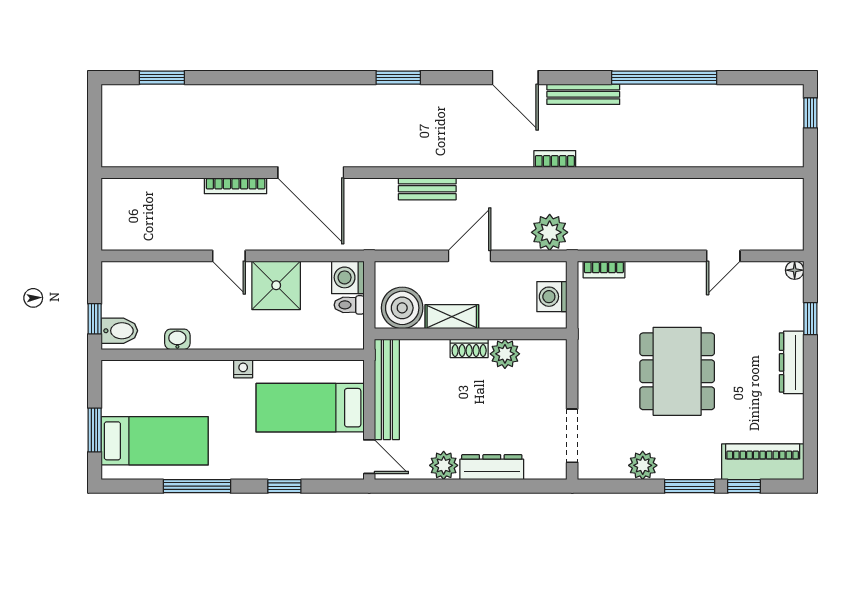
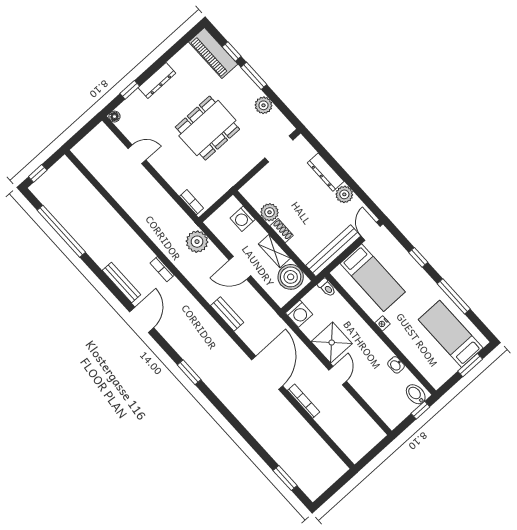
window: (664, 78) -> (61, 231), moved
washing machine: (552, 297) -> (243, 219), moved, turned 90
toilet: (349, 305) -> (327, 288), moved

